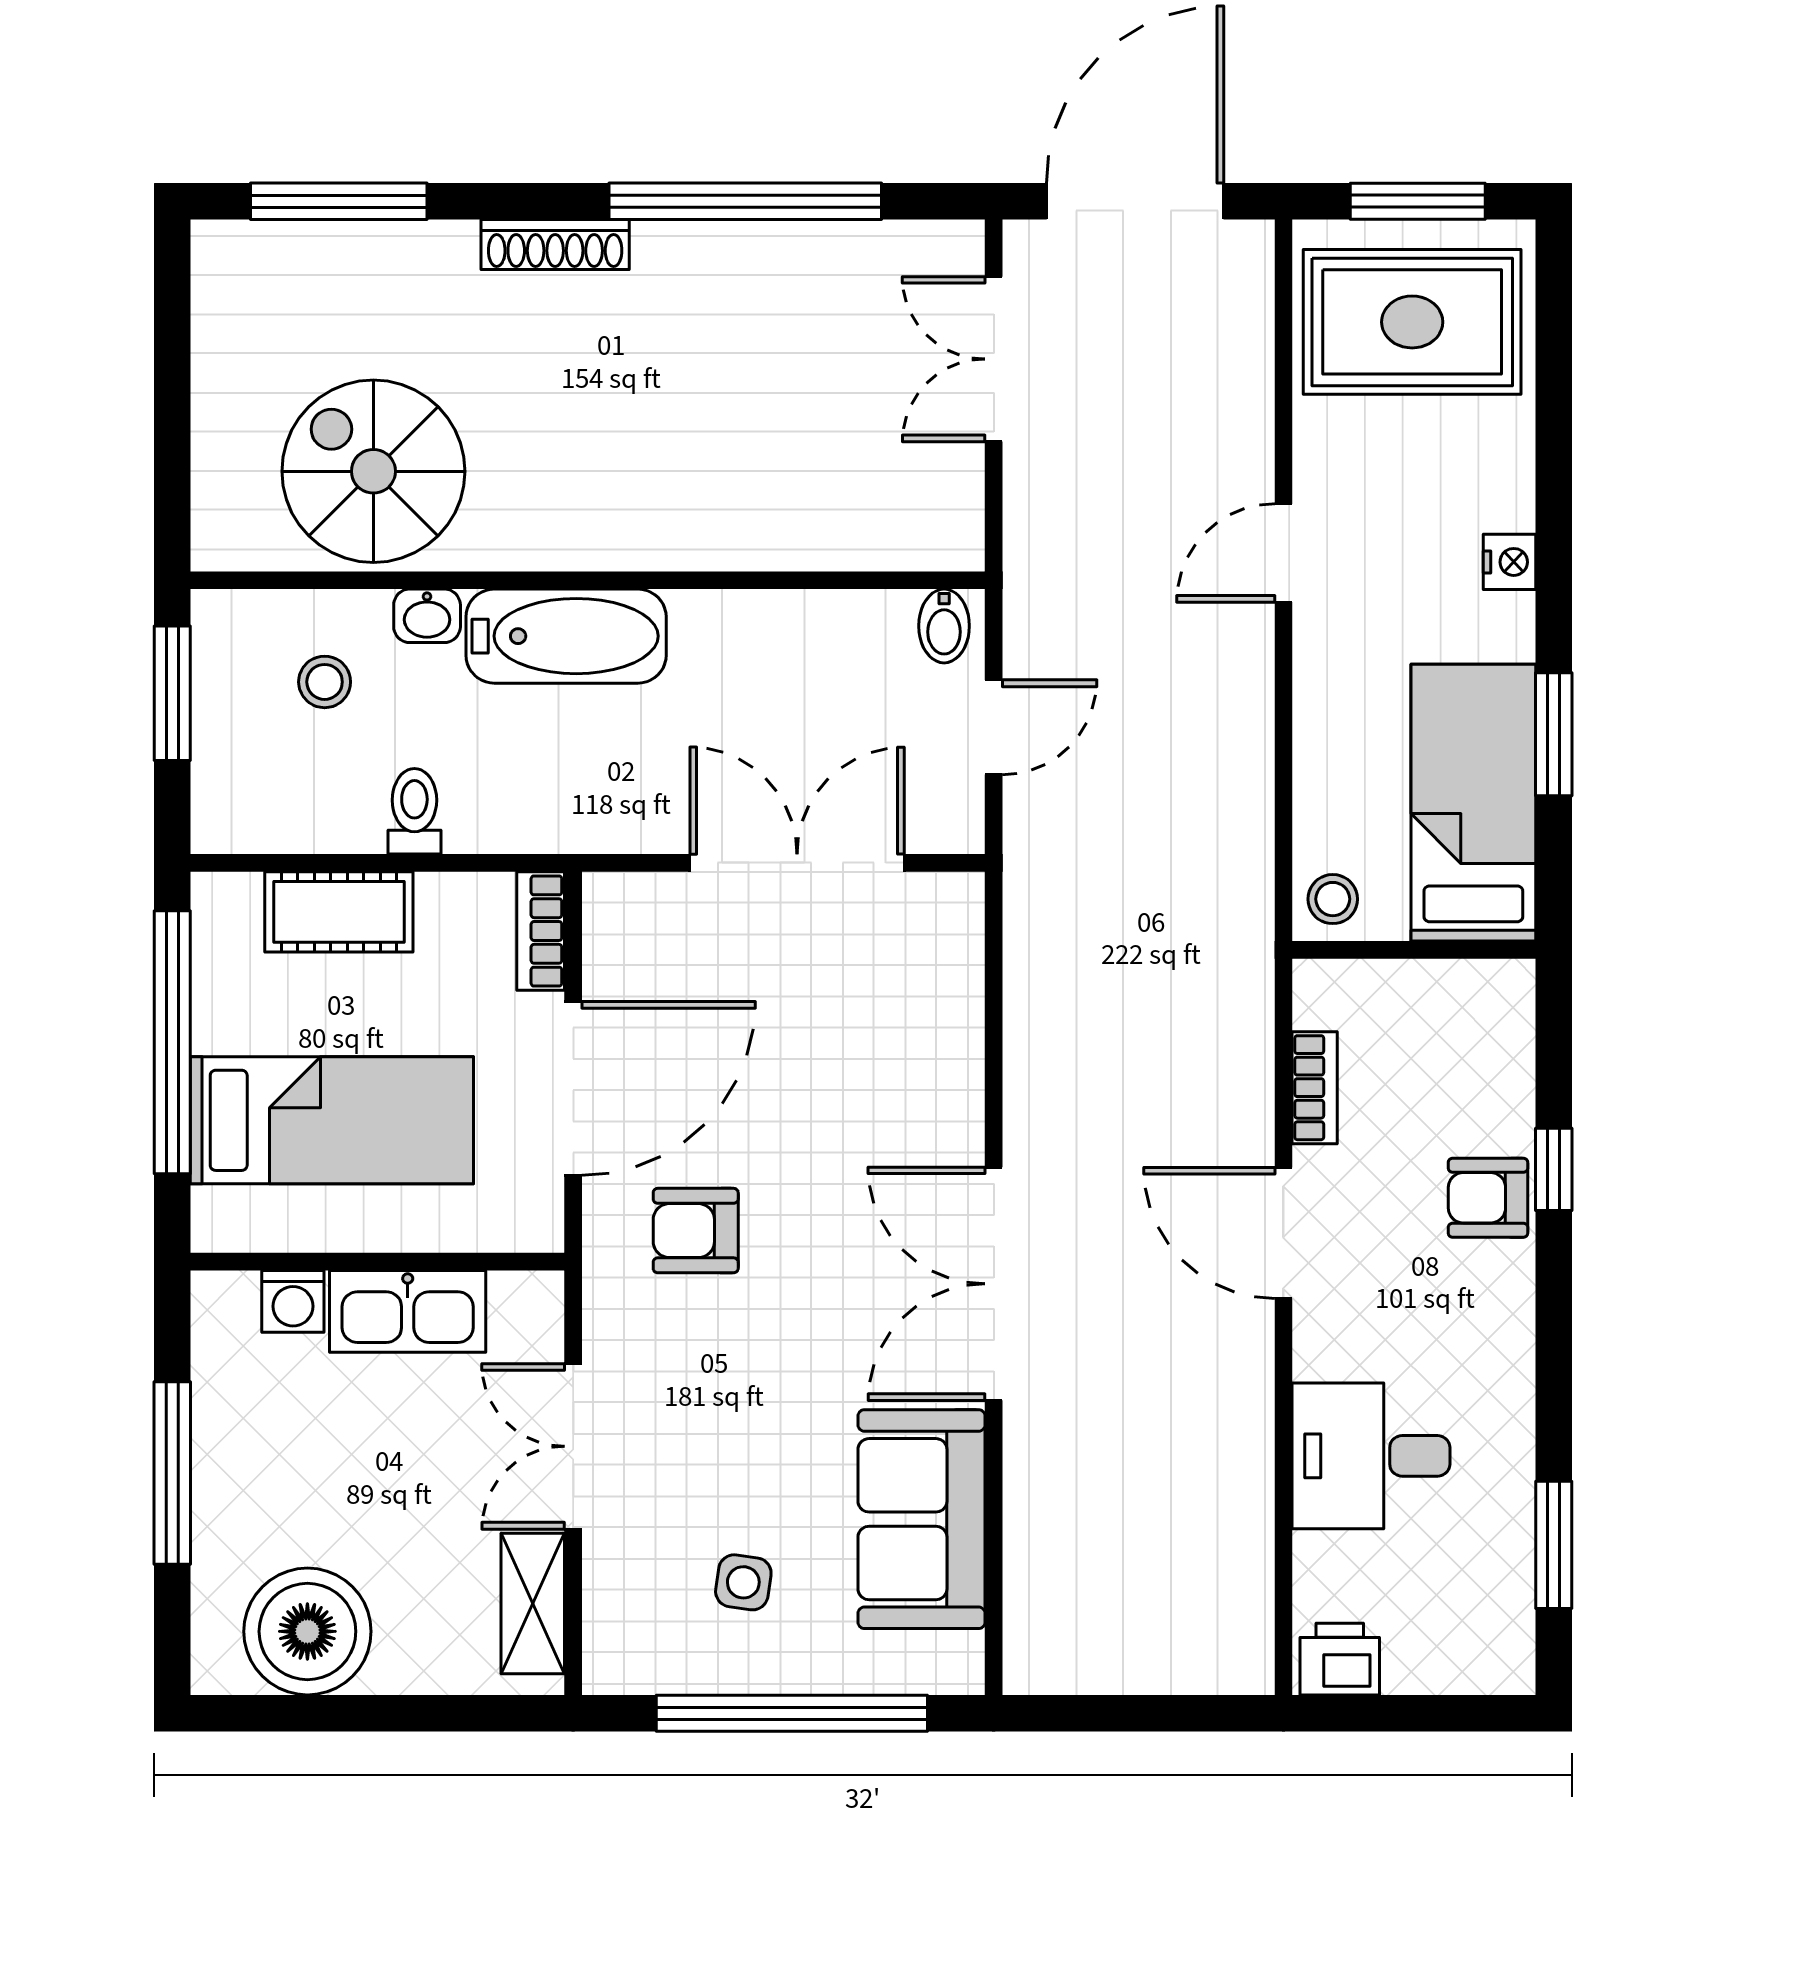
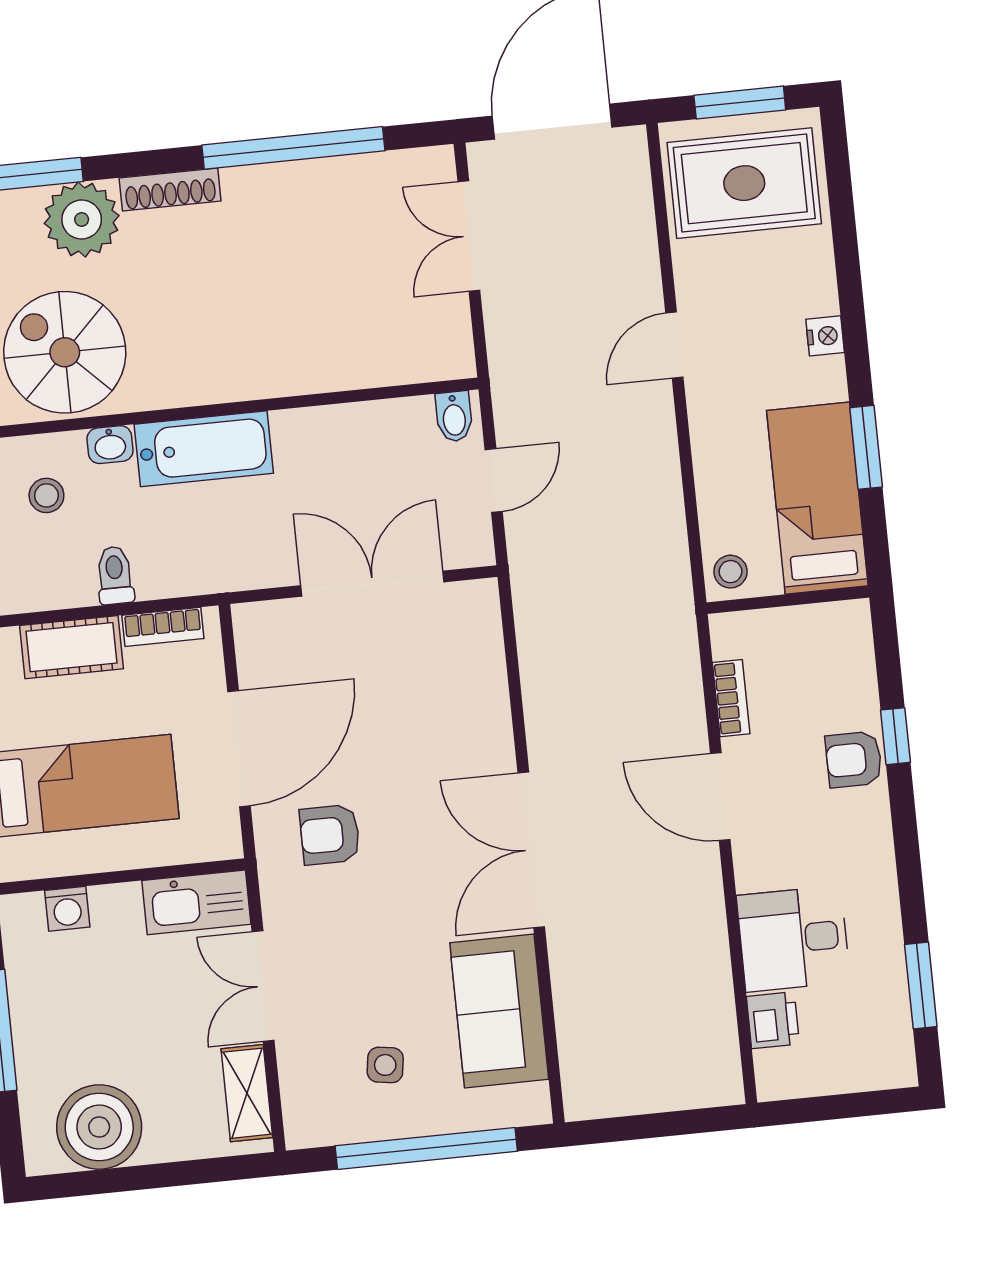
plant: (419, 276) -> (82, 219), added
bookcase: (541, 931) -> (163, 627), moved, turned -90
kitchen sink: (408, 1311) -> (196, 902), moved
printer: (1340, 1659) -> (773, 1020), moved, turned 90

